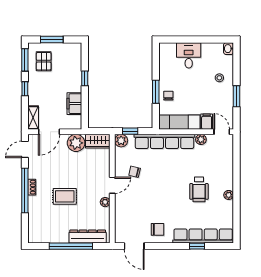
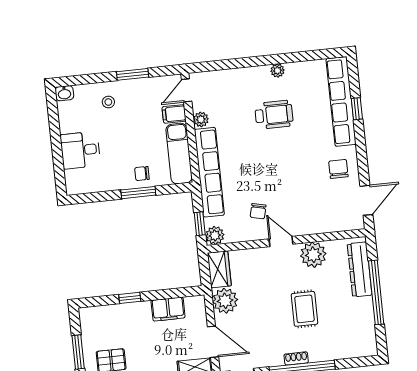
plant: (105, 202) -> (313, 255), width x1.88, depth x1.88

